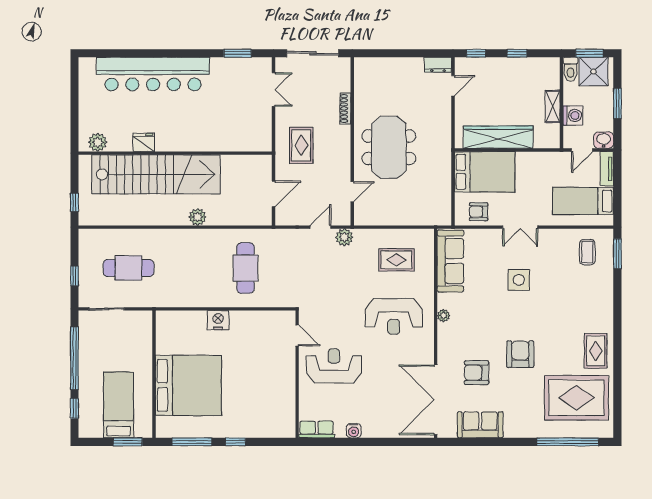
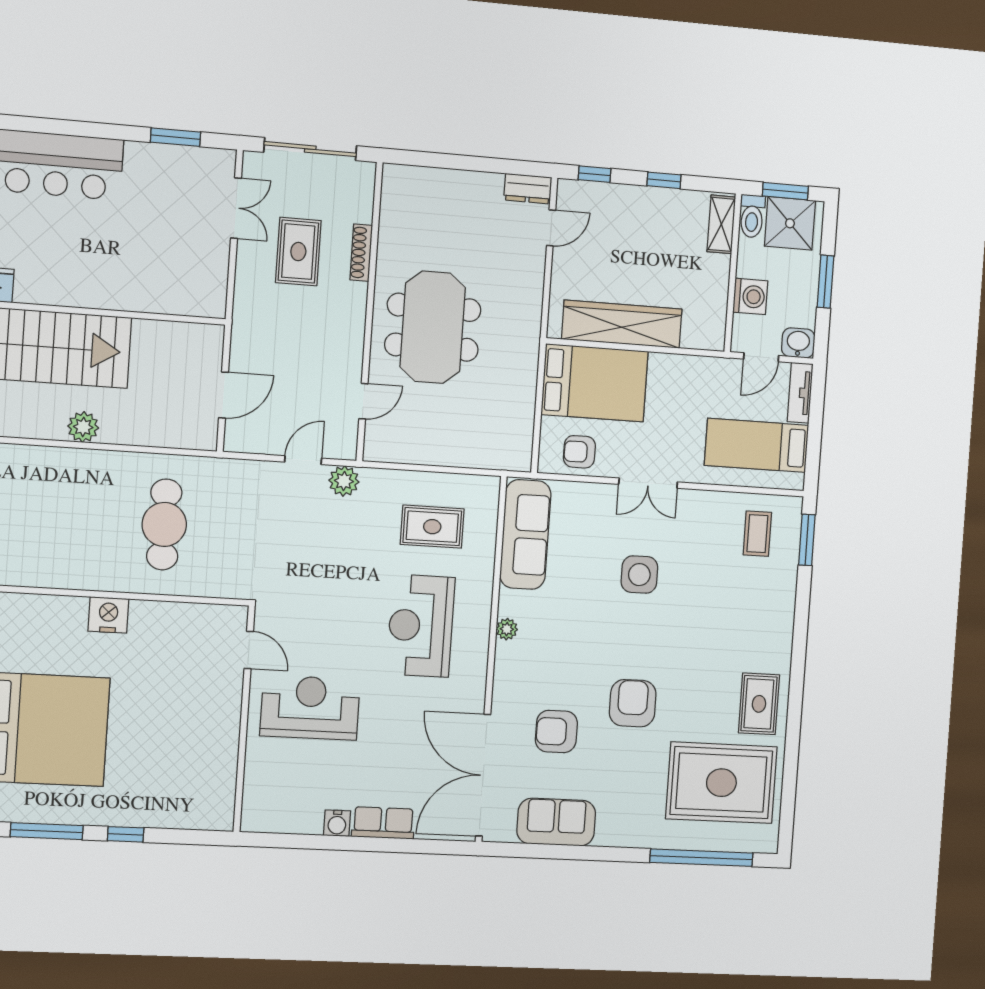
shelving: (553, 106) -> (721, 224), moved
rug: (301, 145) -> (298, 252), moved
reception desk: (394, 316) -> (421, 626), turned 90
row of seats: (317, 429) -> (383, 823), moved

